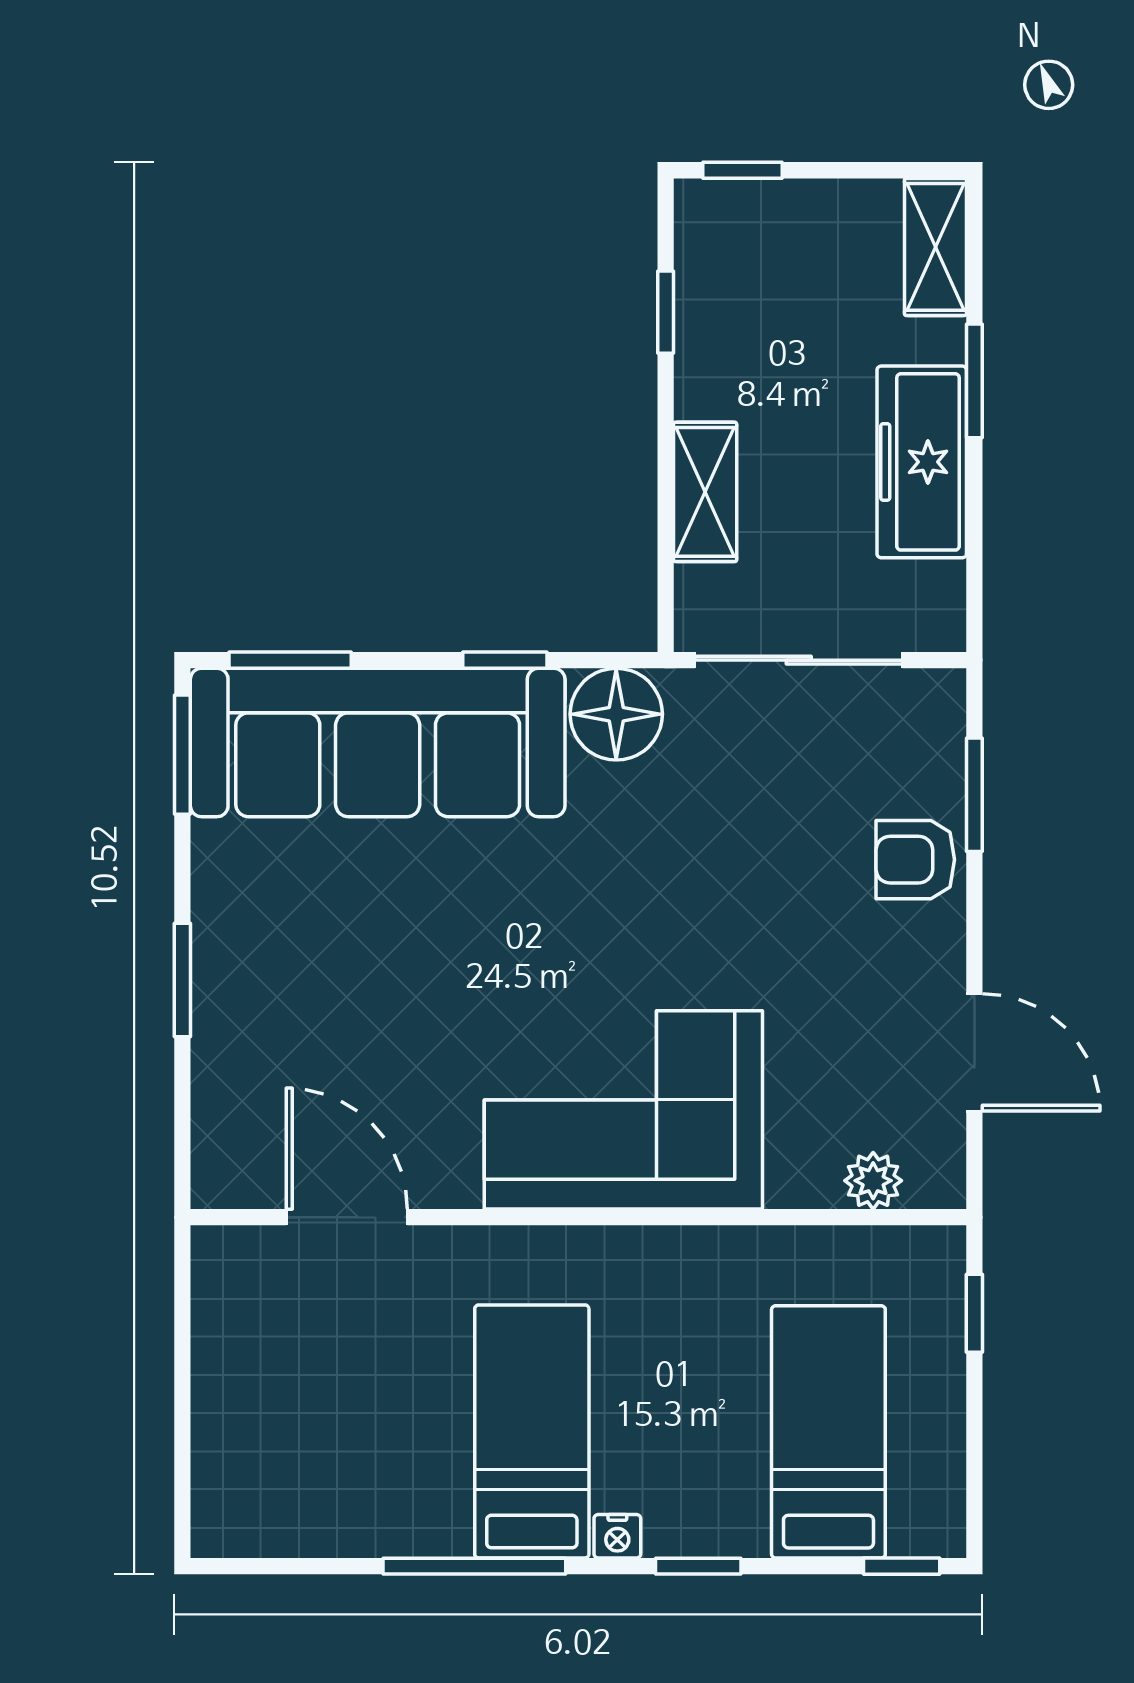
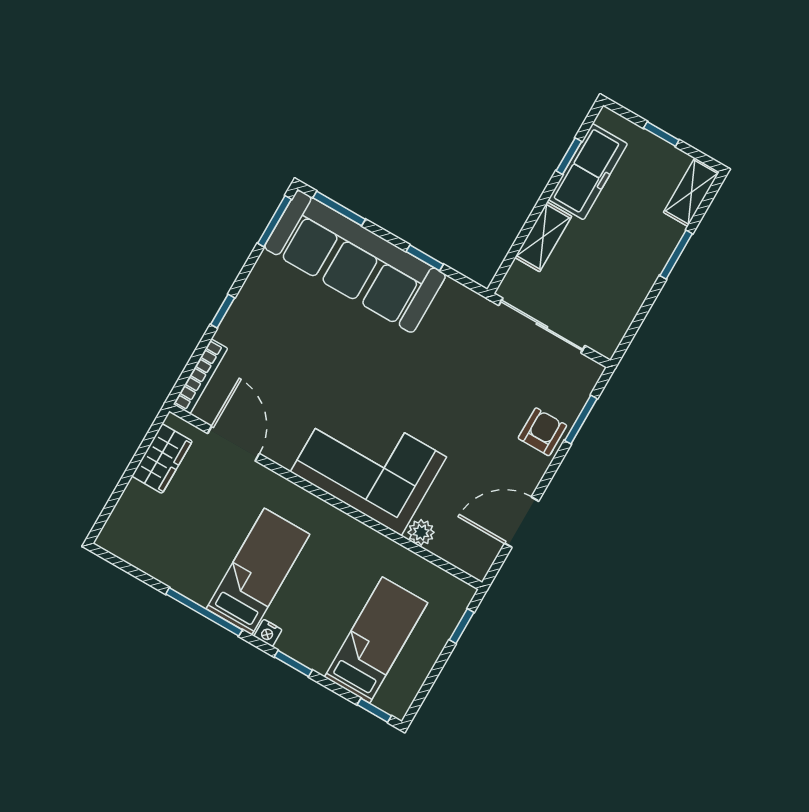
window: (742, 170) -> (661, 134), moved
freezer: (922, 462) -> (588, 172), moved, turned 180
floor lamp: (616, 714) -> (457, 305), removed
armchair: (915, 860) -> (542, 432), turned 90
window: (182, 980) -> (223, 311), width x0.67
door: (974, 1052) -> (522, 522), swing flipped
bookcase: (212, 1127) -> (200, 376), added
plant: (873, 1181) -> (421, 532), moved
wardrobe: (229, 1323) -> (162, 459), added

